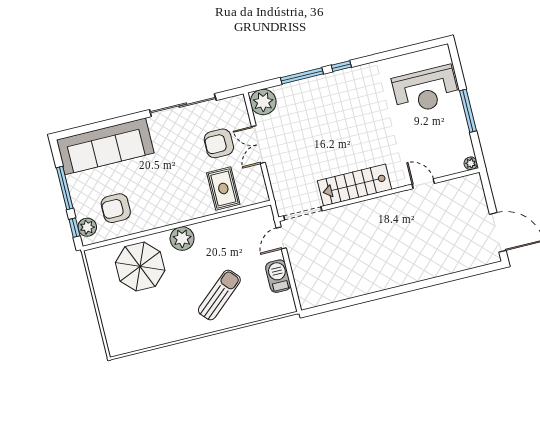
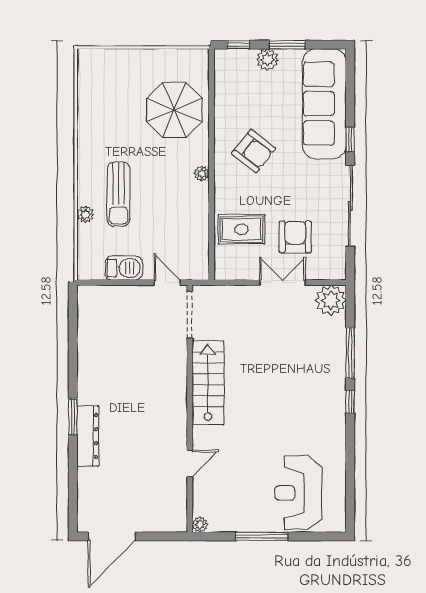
window: (129, 118) -> (350, 139), added
window: (65, 188) -> (287, 45), width x0.69
armchair: (116, 208) -> (254, 151), moved, turned 128
plant: (87, 227) -> (267, 60), moved
plant: (182, 239) -> (202, 174), width x0.53, depth x0.53
dresser: (421, 272) -> (88, 436), added
window: (409, 288) -> (73, 417), added
sun lounger: (219, 295) -> (119, 194), turned 41
plant: (242, 318) -> (85, 215), added

